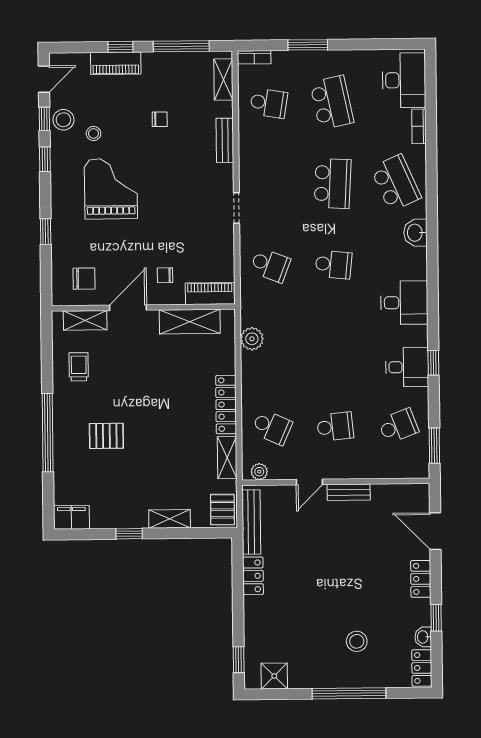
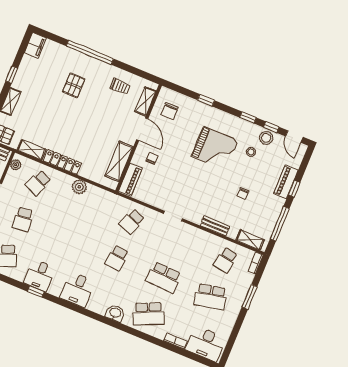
plant: (252, 339) -> (79, 187), moved

